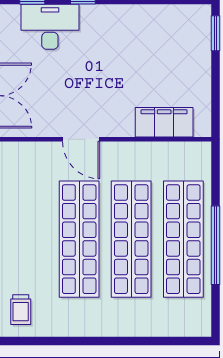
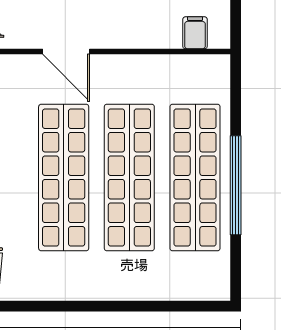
filing cabinet: (164, 122) -> (195, 33), width x0.33, depth x0.86

